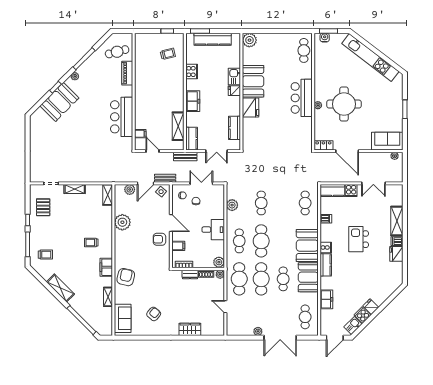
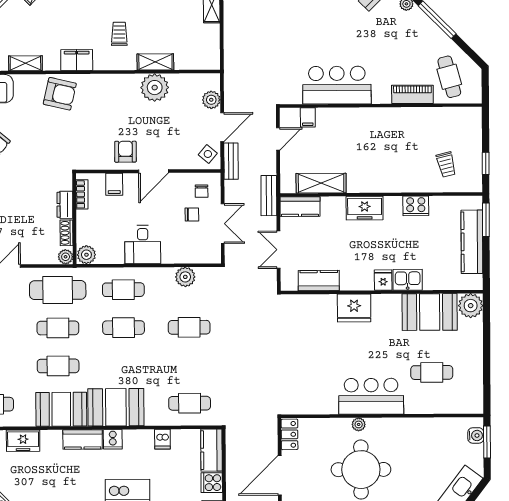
cafe table: (304, 50) -> (432, 372), moved
booth: (253, 81) -> (430, 312), moved
door: (146, 183) -> (222, 127), swing flipped
shelving: (108, 195) -> (155, 62), moved
cafe table: (261, 241) -> (124, 328), width x0.73, depth x0.74
cafe table: (261, 279) -> (58, 328), width x0.73, depth x0.74

